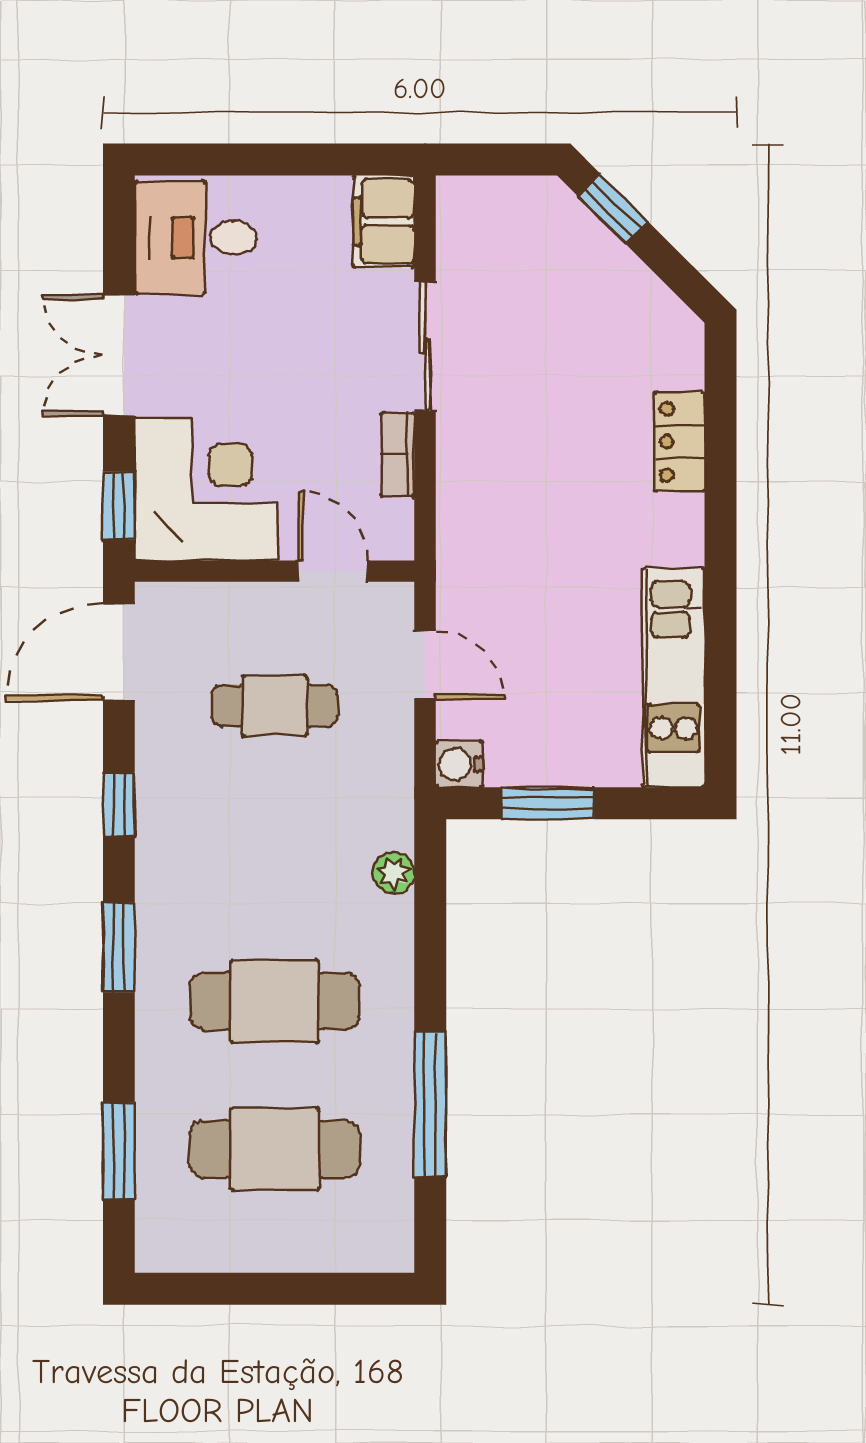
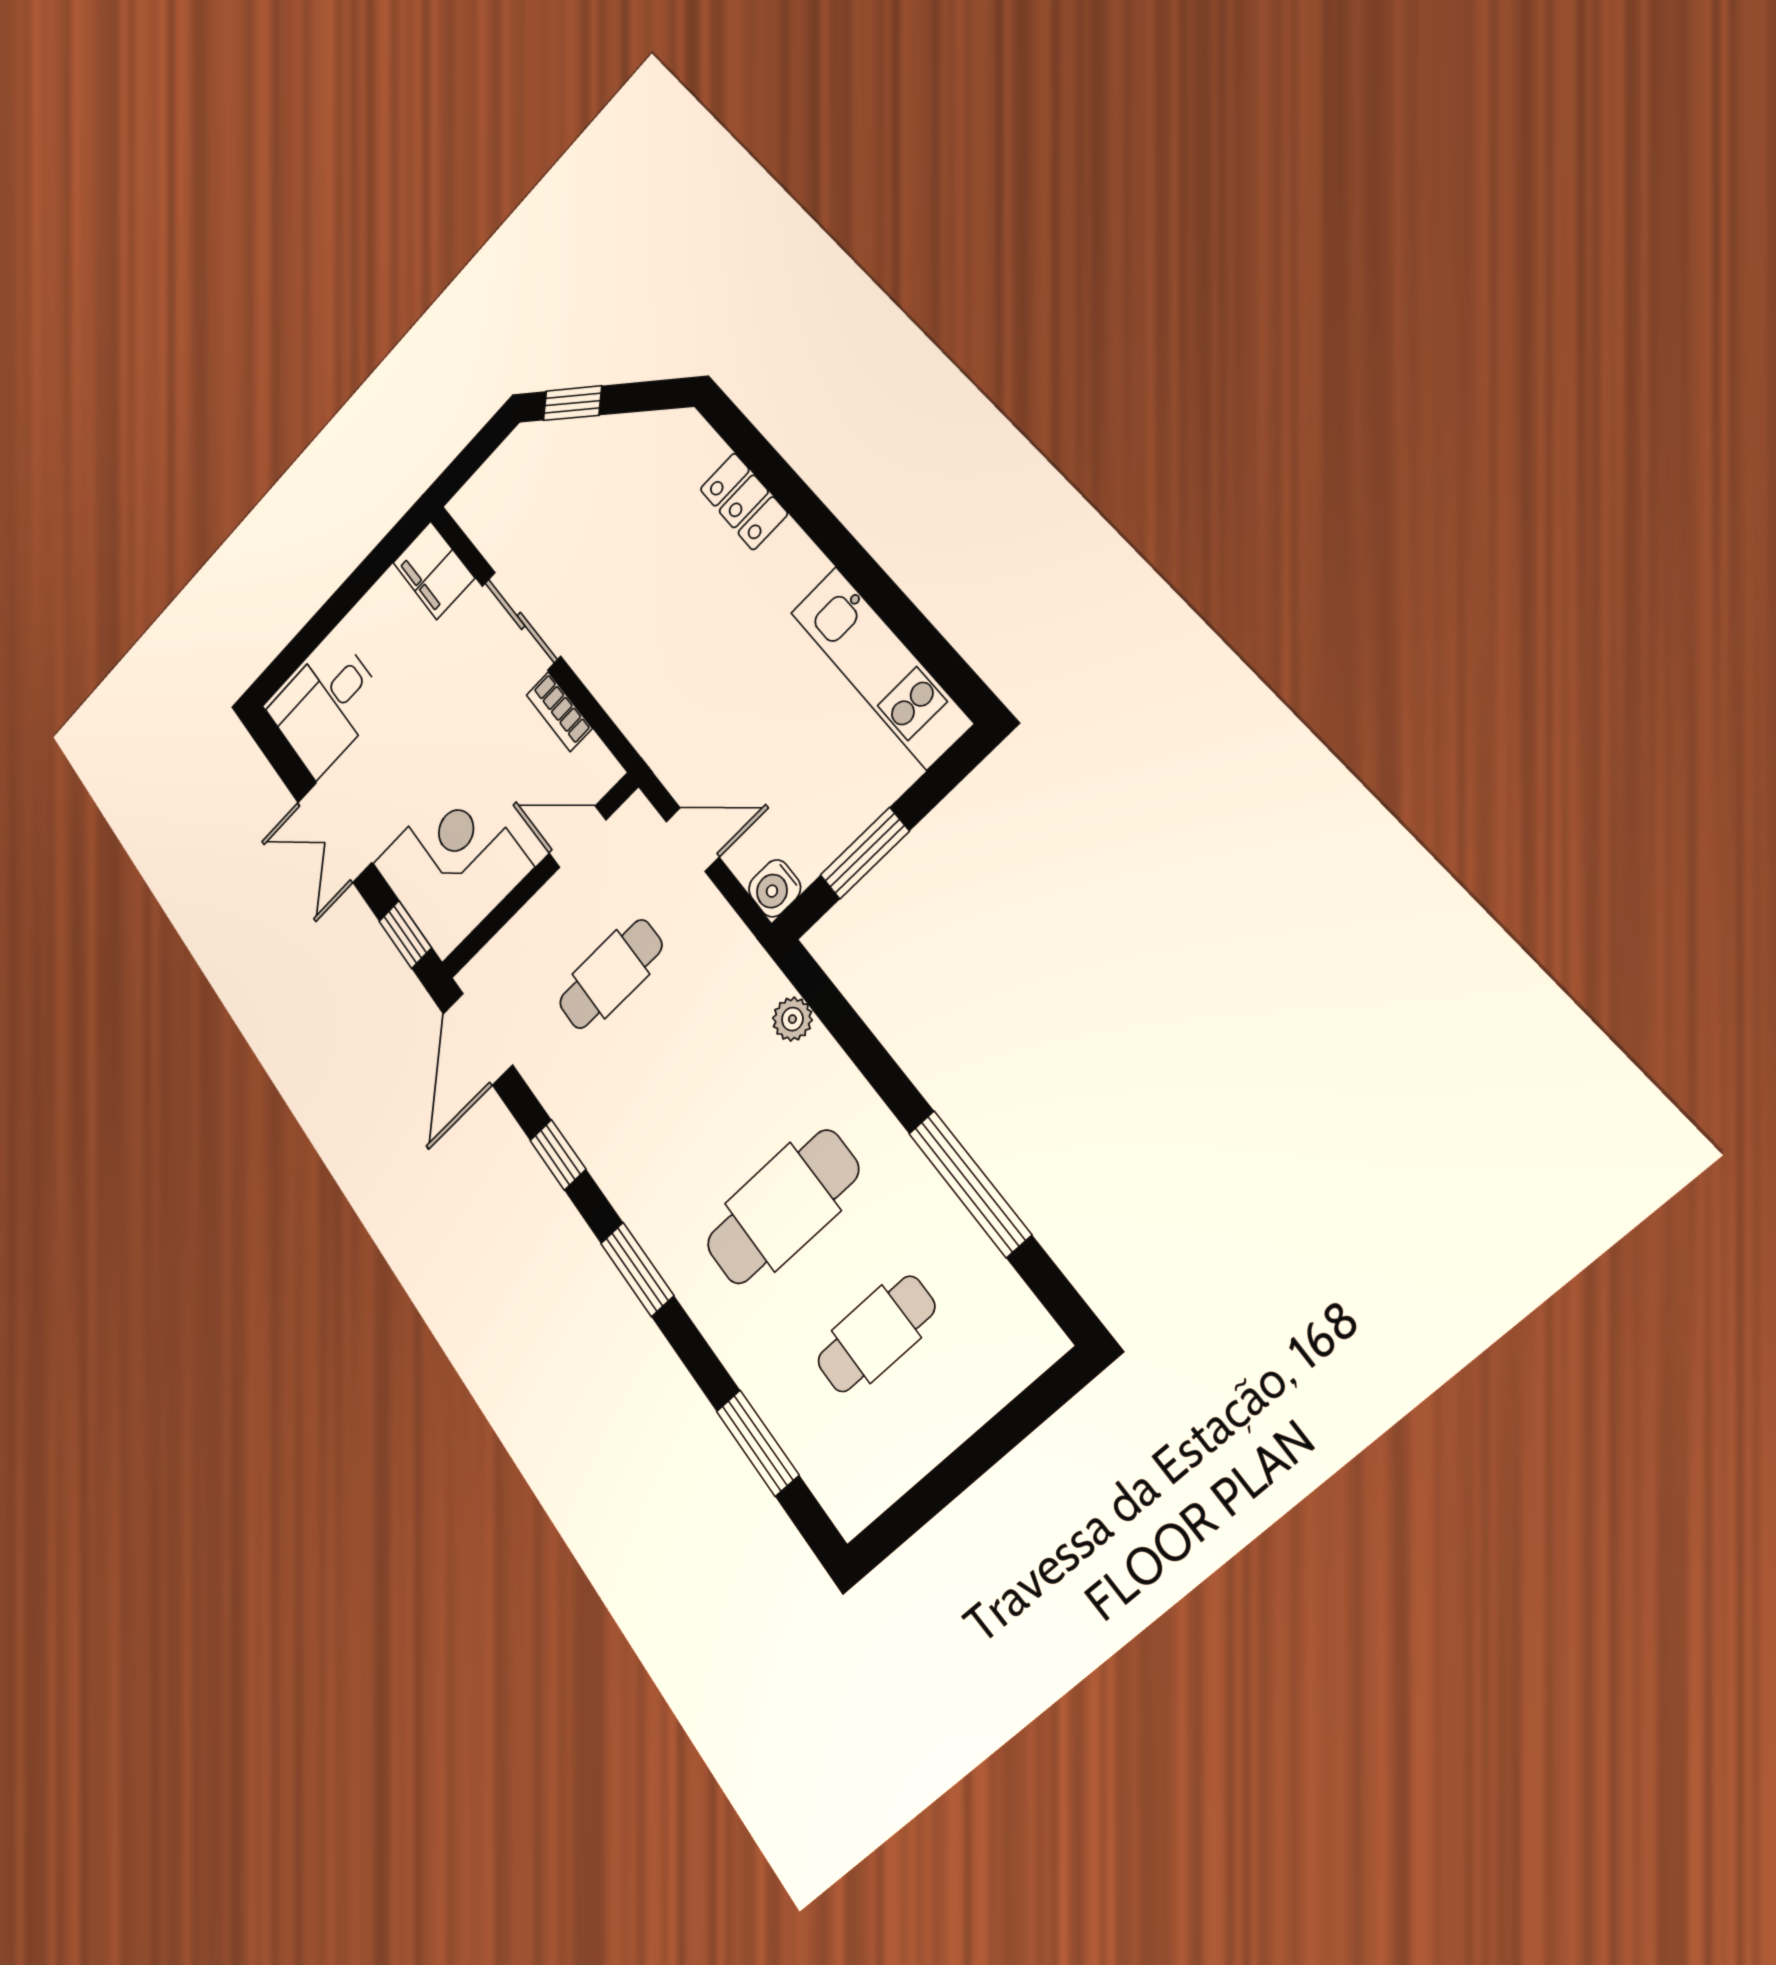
cafe table: (275, 1149) -> (876, 1334), width x0.73, depth x0.74

